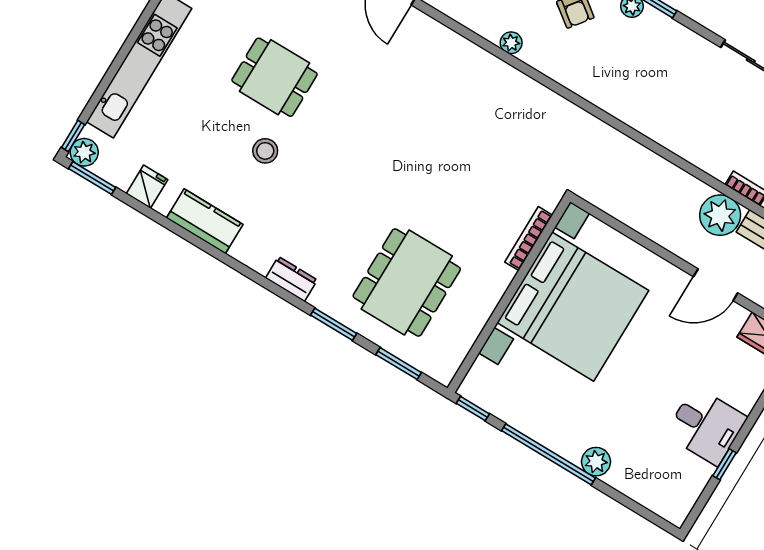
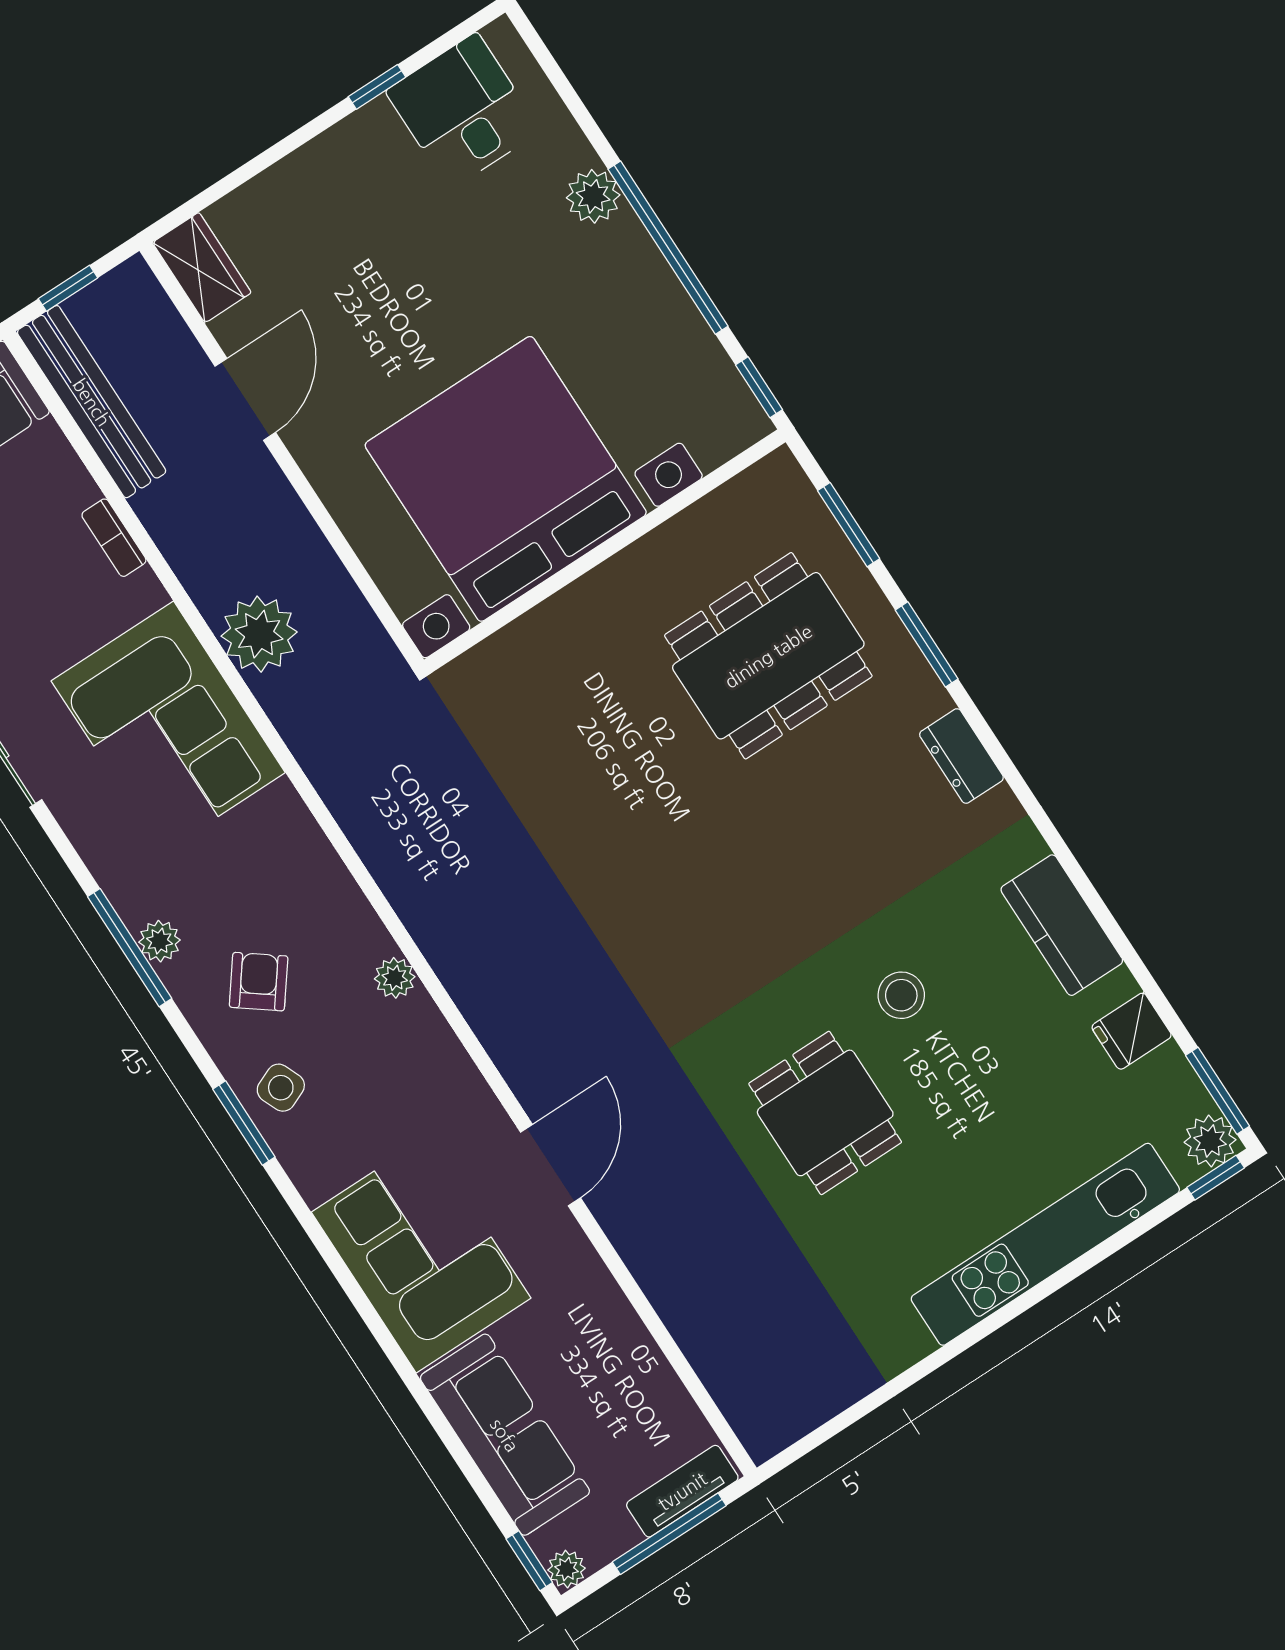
corner sofa: (677, 111) -> (168, 727), added
plant: (720, 215) -> (259, 634), moved
bookcase: (529, 239) -> (525, 631), removed
door: (716, 285) -> (245, 399), hinge flipped
desk: (706, 426) -> (463, 111), moved

